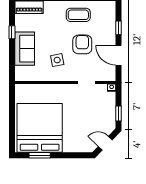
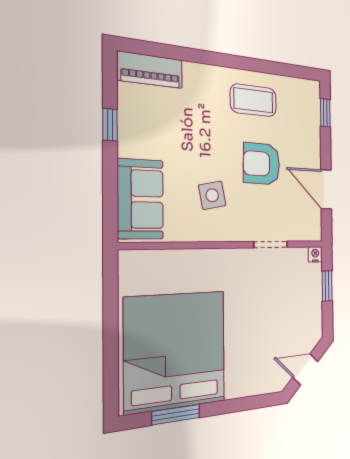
window: (118, 28) -> (325, 113), moved
armchair: (82, 44) -> (262, 164), turned -89
sofa: (25, 49) -> (140, 199), moved
window: (118, 114) -> (327, 286), moved

